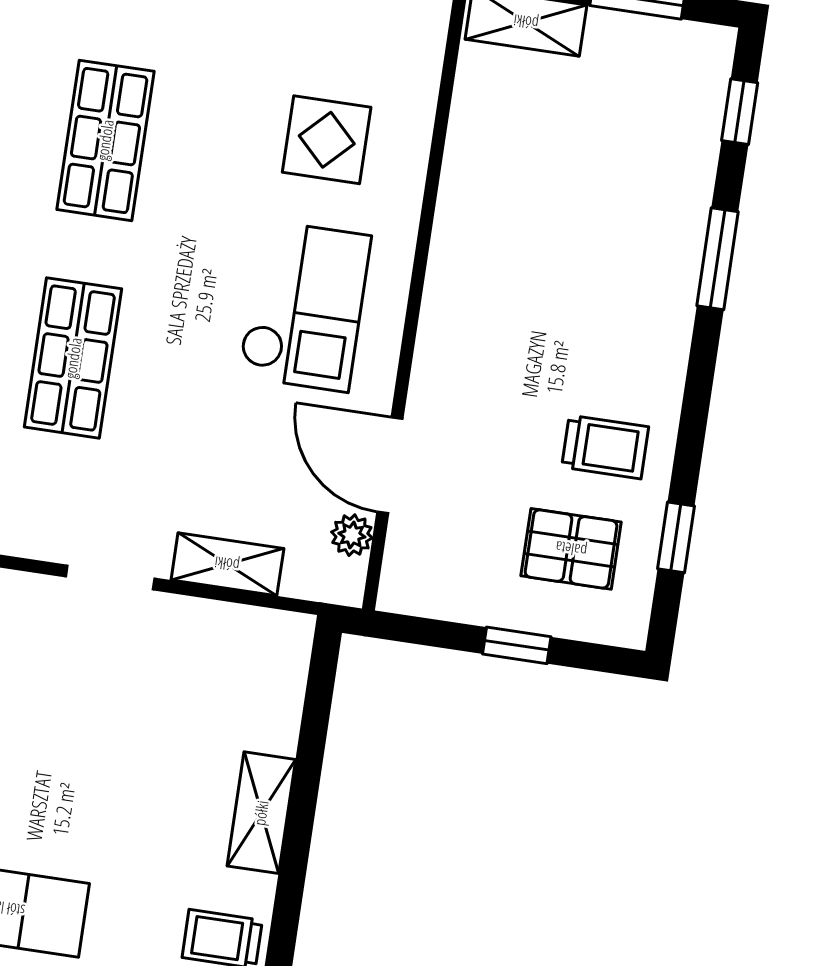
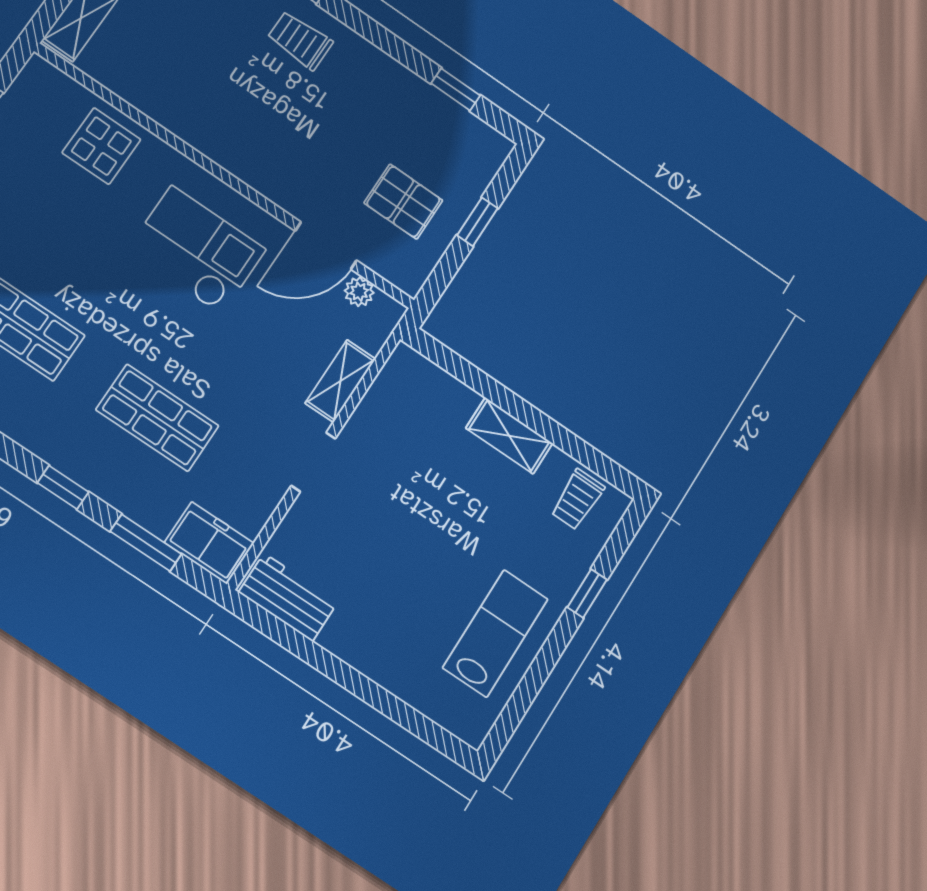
display table: (327, 140) -> (101, 146), moved
trolley: (605, 447) -> (300, 40), moved, turned -90
pallet: (571, 549) -> (403, 202), moved, turned 90

